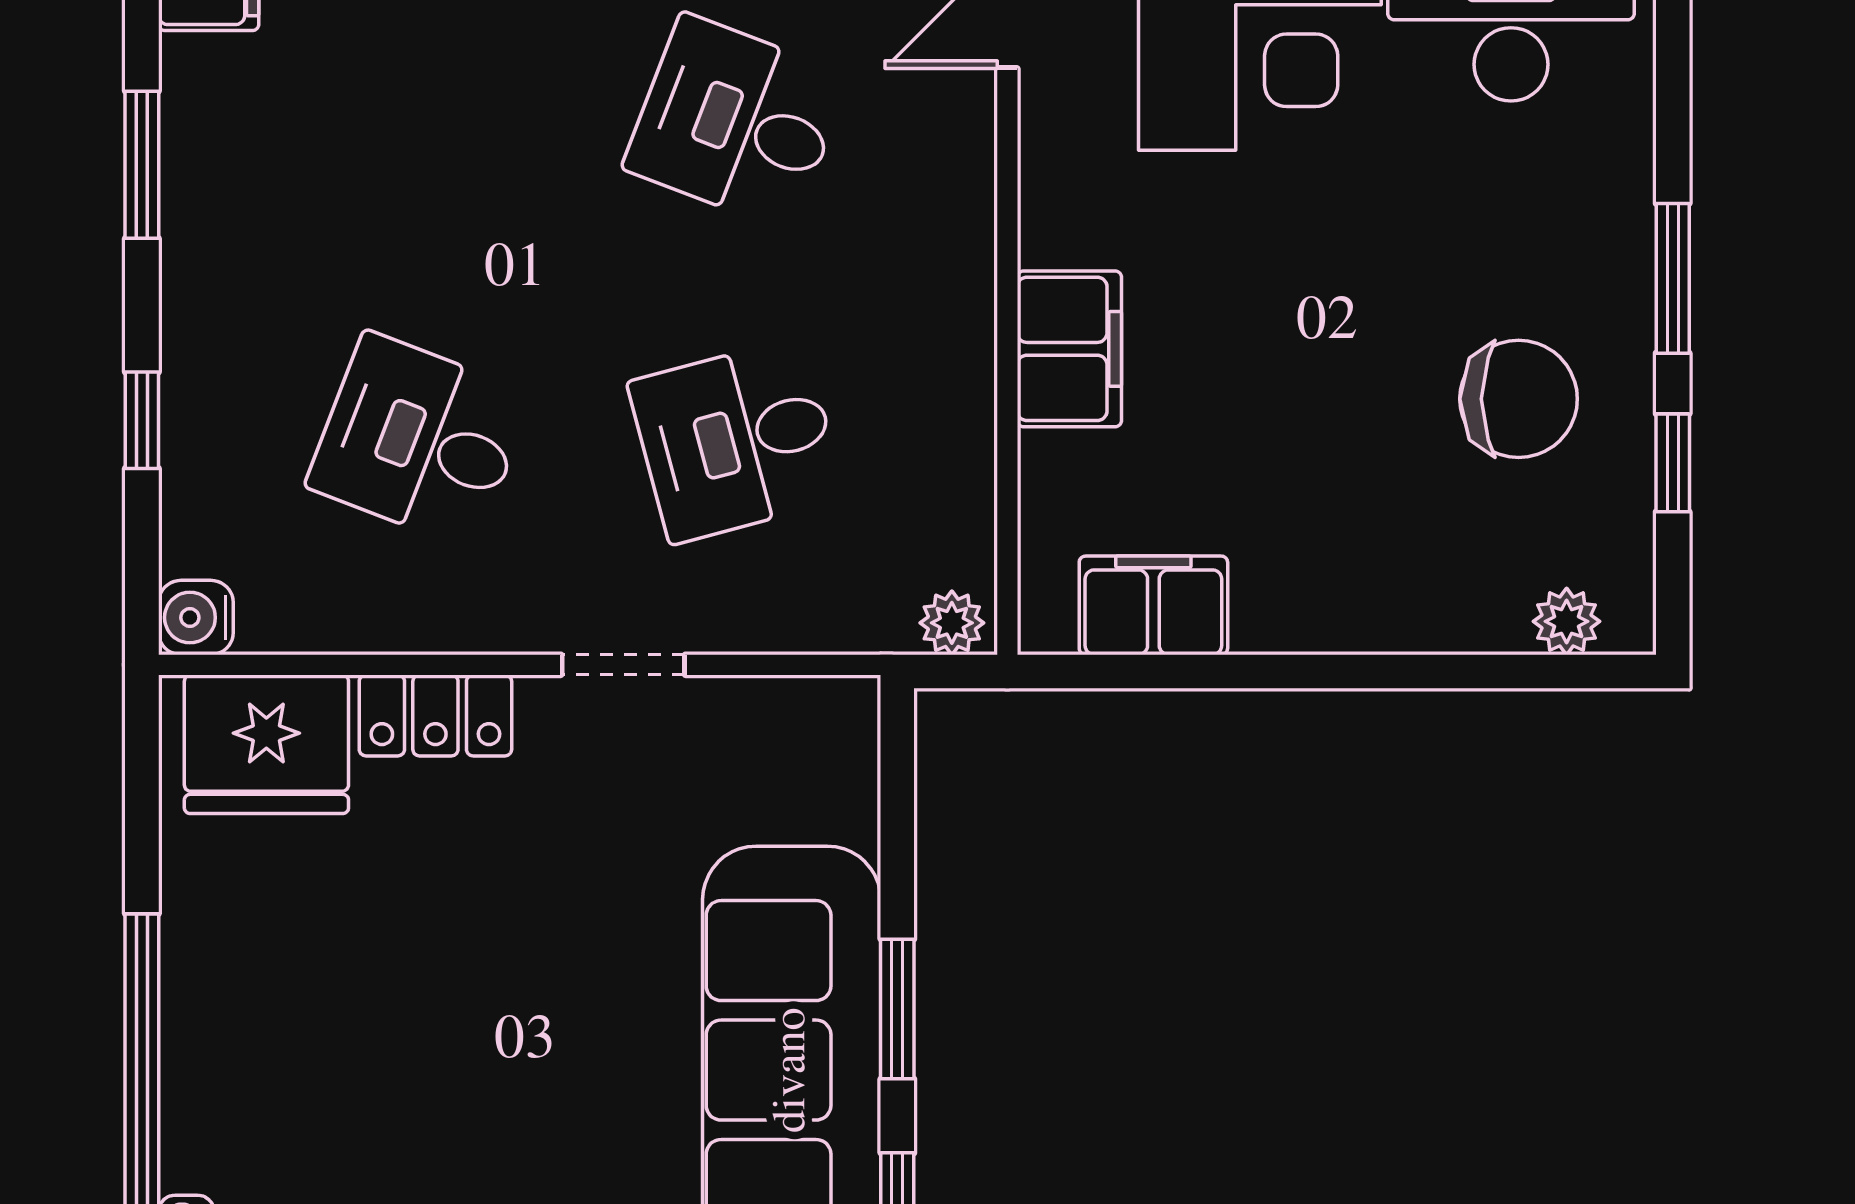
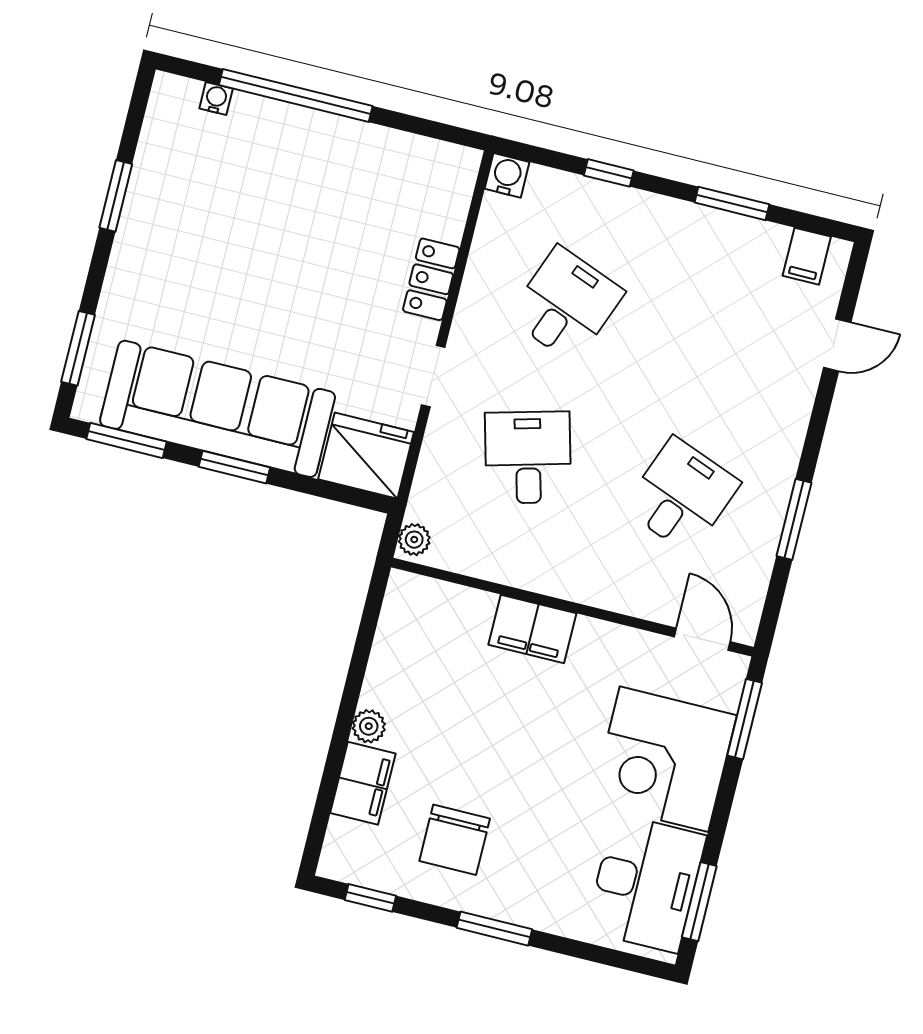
window: (1673, 463) -> (370, 898), moved
filing cabinet: (1153, 605) -> (363, 783), moved
plant: (1567, 621) -> (369, 726), moved
fridge: (266, 744) -> (366, 456), moved, turned 90

